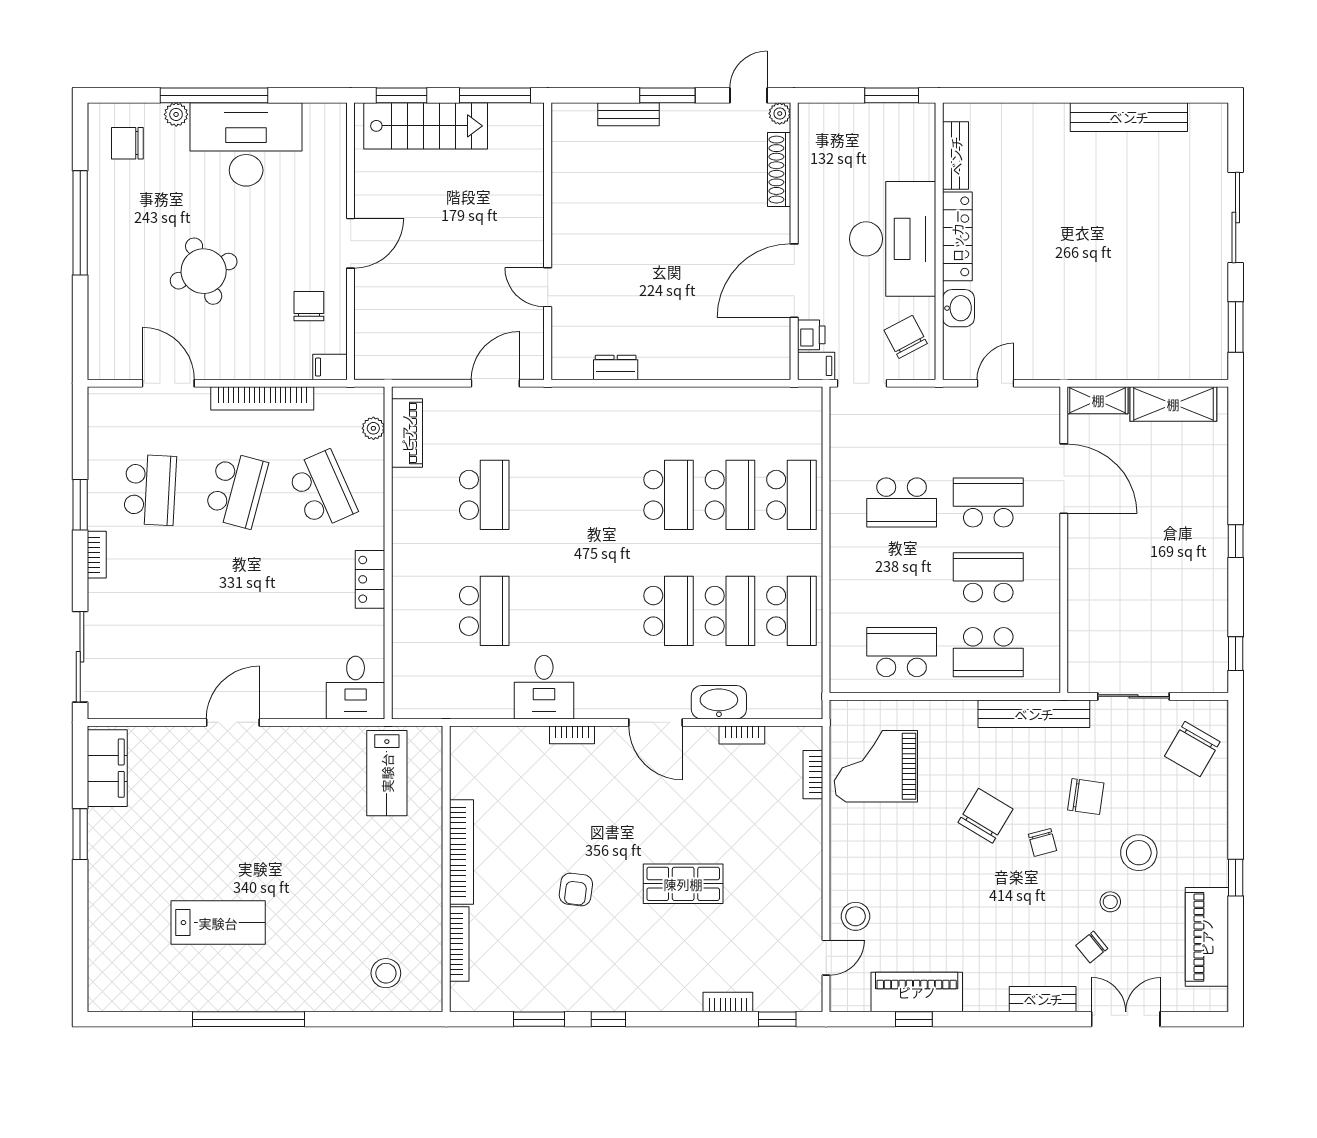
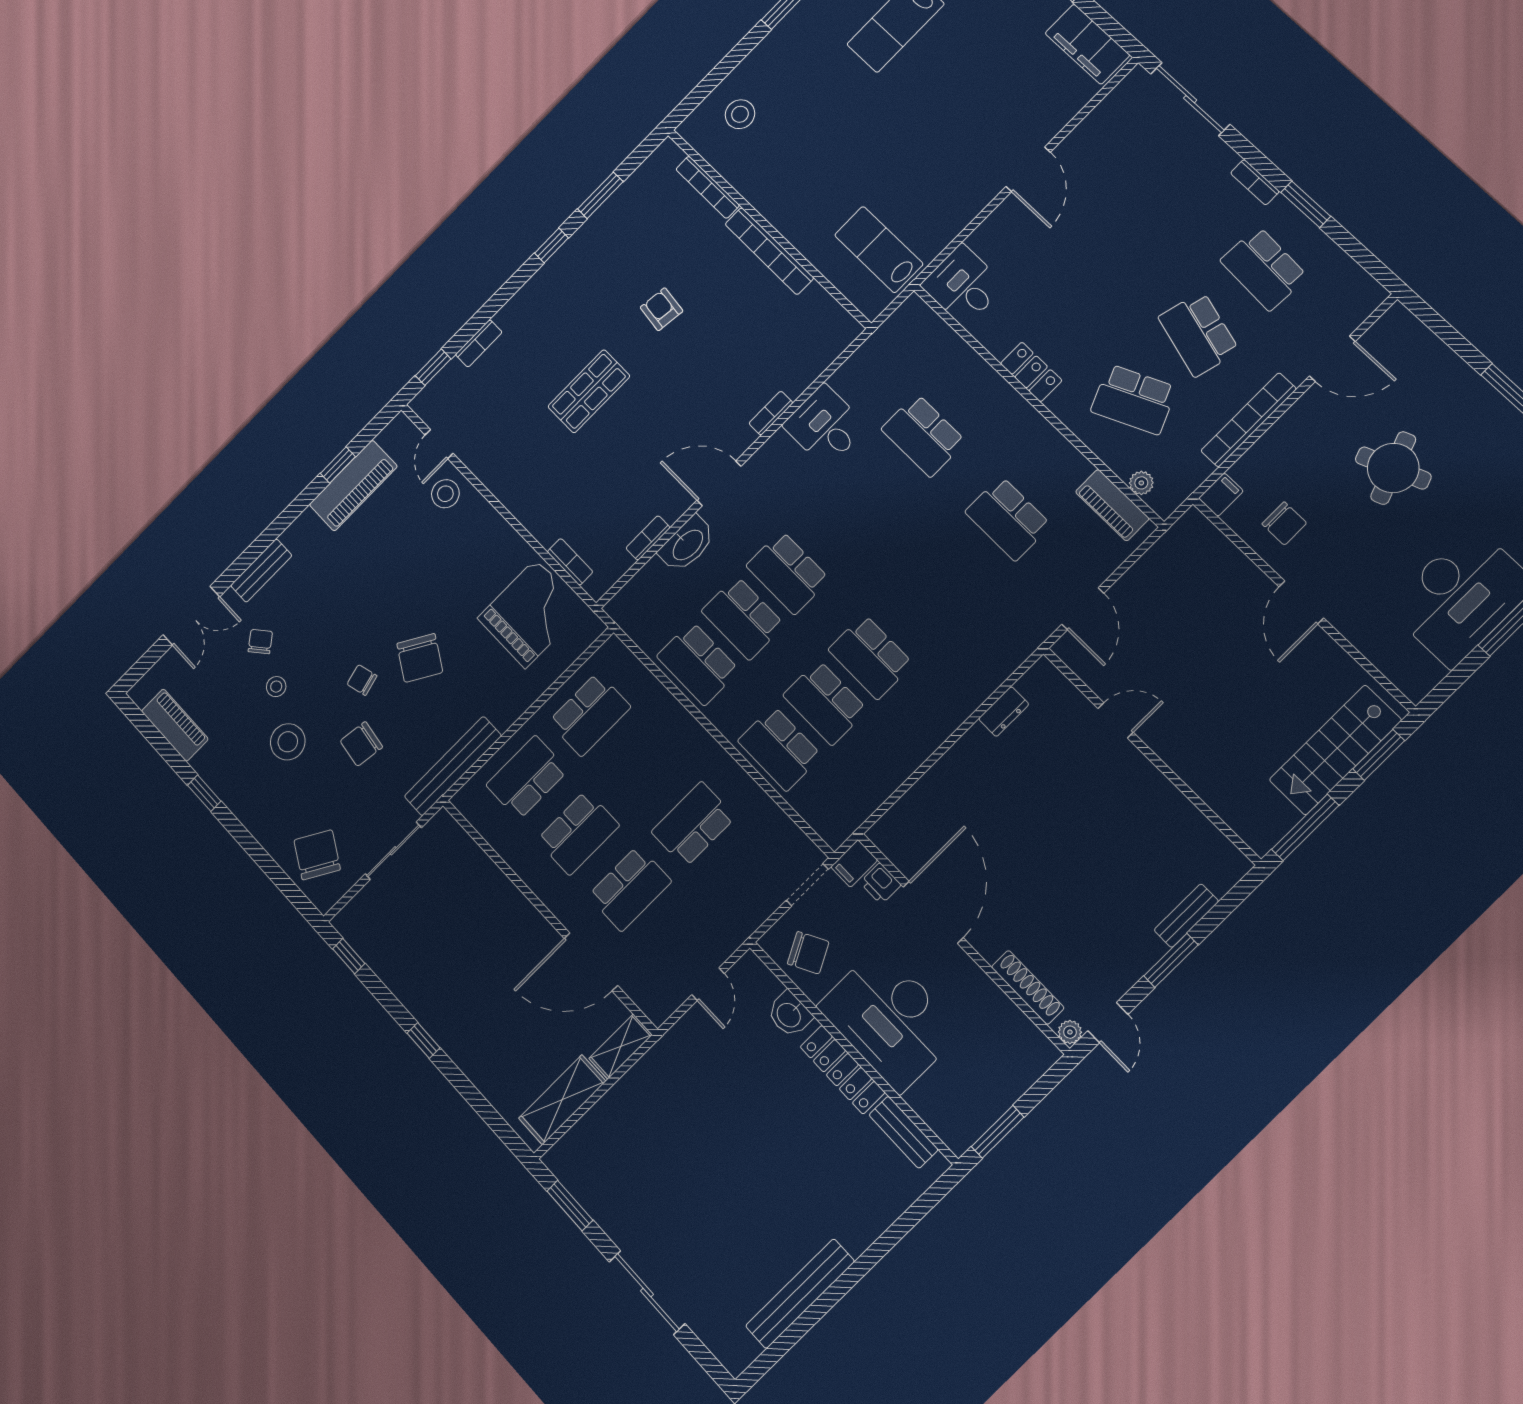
piano: (1207, 937) -> (175, 725), width x0.73, depth x0.75

